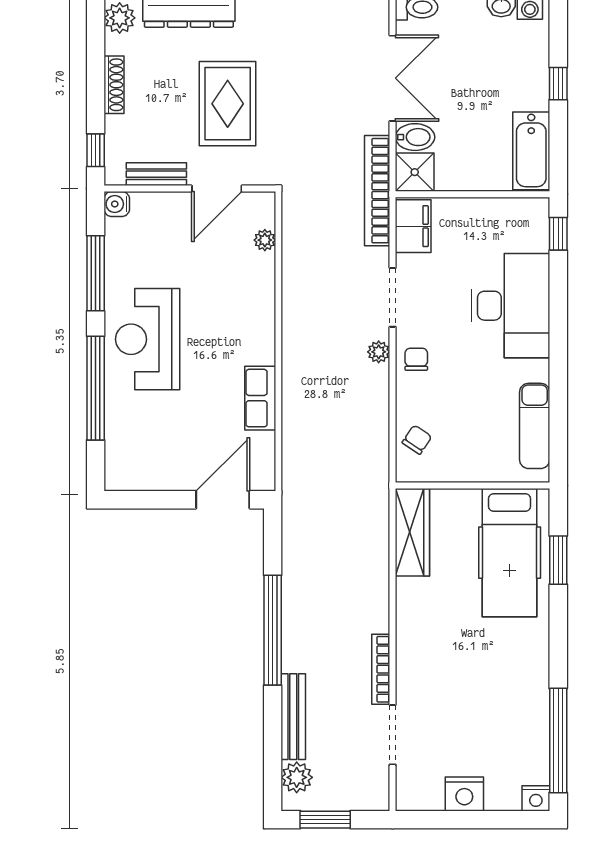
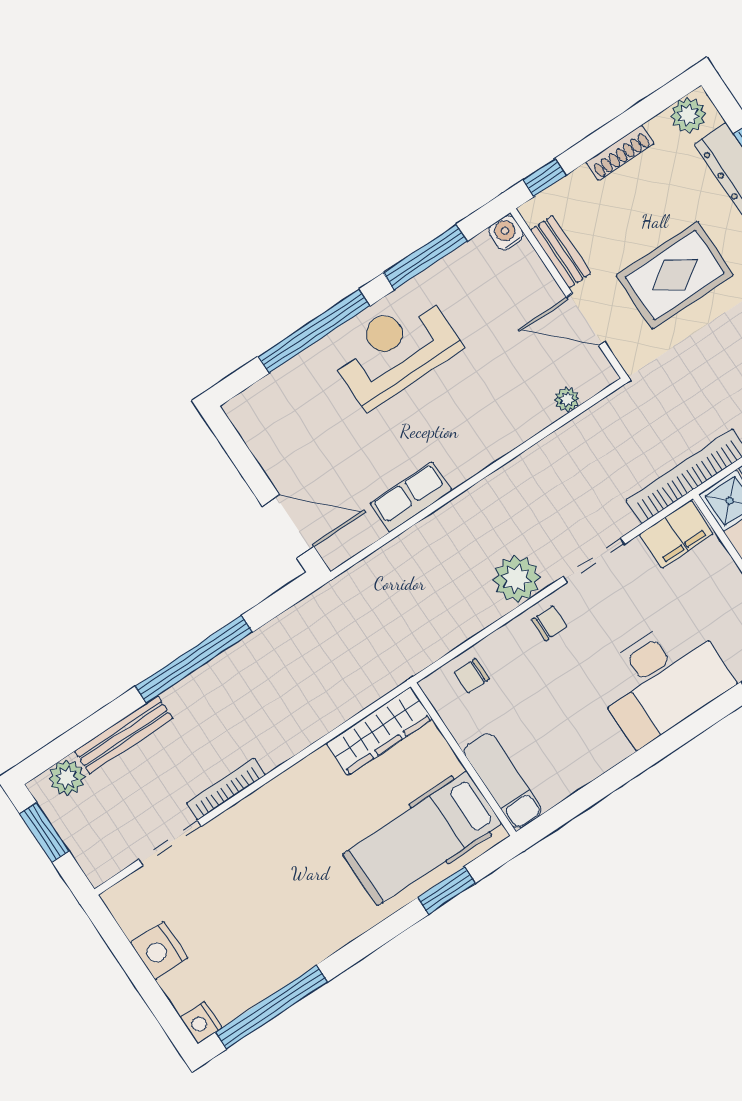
plant: (379, 352) -> (517, 579), width x1.88, depth x1.88
exam couch: (535, 426) -> (503, 781), moved, turned 90
chair: (417, 440) -> (472, 676), turned 146

